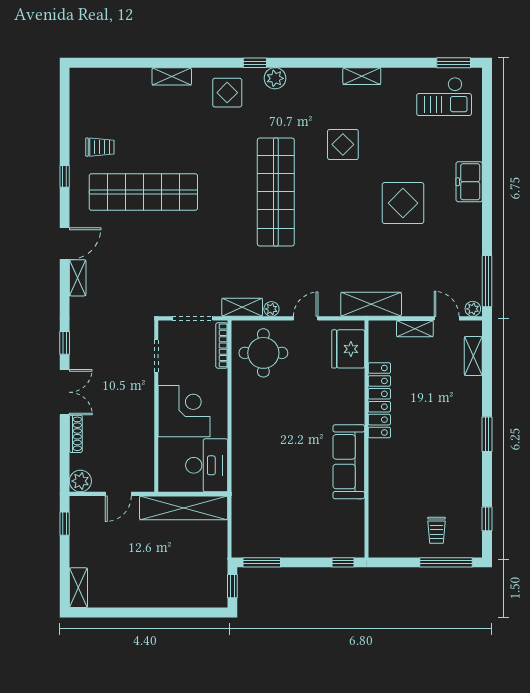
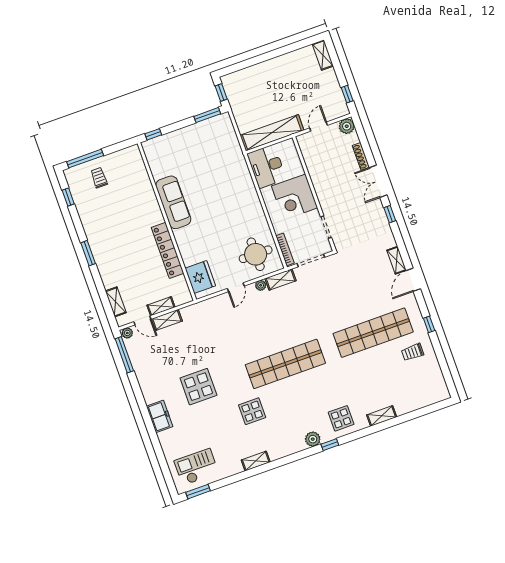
shop shelf: (276, 192) -> (285, 364), turned 90
shelving: (371, 304) -> (167, 320), moved, width x0.67, depth x0.75

